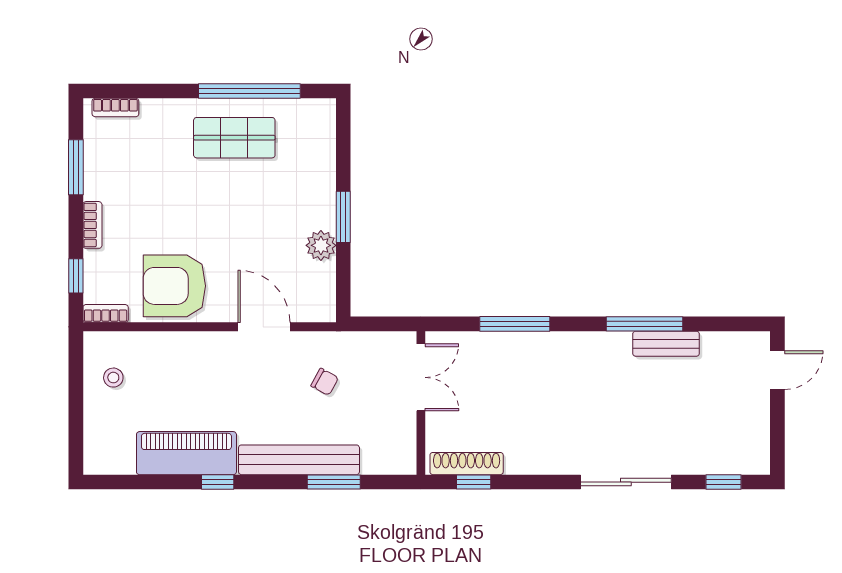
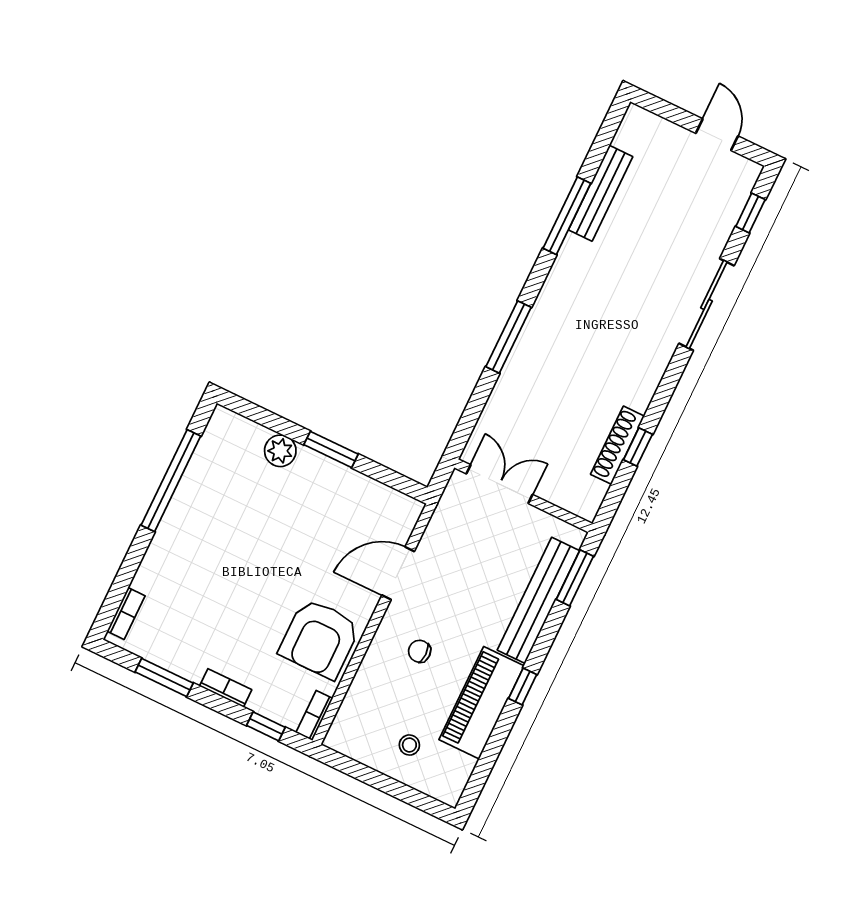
shop shelf: (234, 138) -> (208, 516), removed
plant: (321, 245) -> (280, 451), moved
bench: (666, 344) -> (601, 193), width x1.36
door: (777, 370) -> (717, 135), moved
double door: (421, 377) -> (499, 484), moved
stool: (113, 378) -> (409, 745), moved
chair: (325, 382) -> (420, 651), moved, turned -119
wall: (421, 403) -> (523, 496), moved

